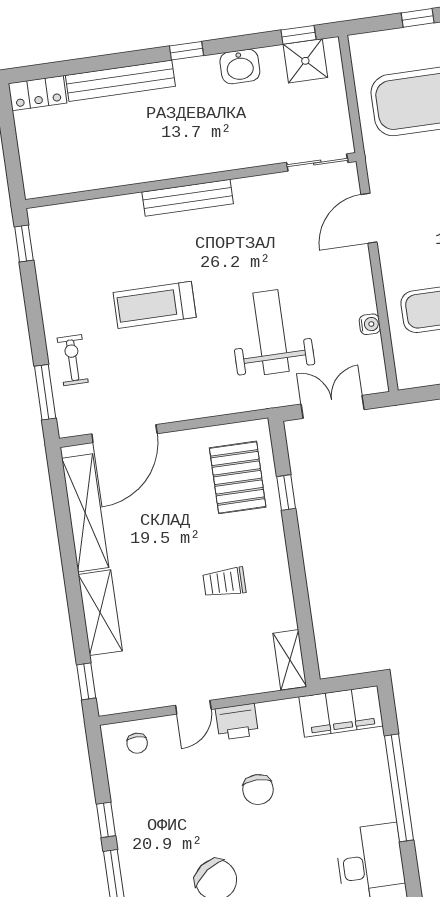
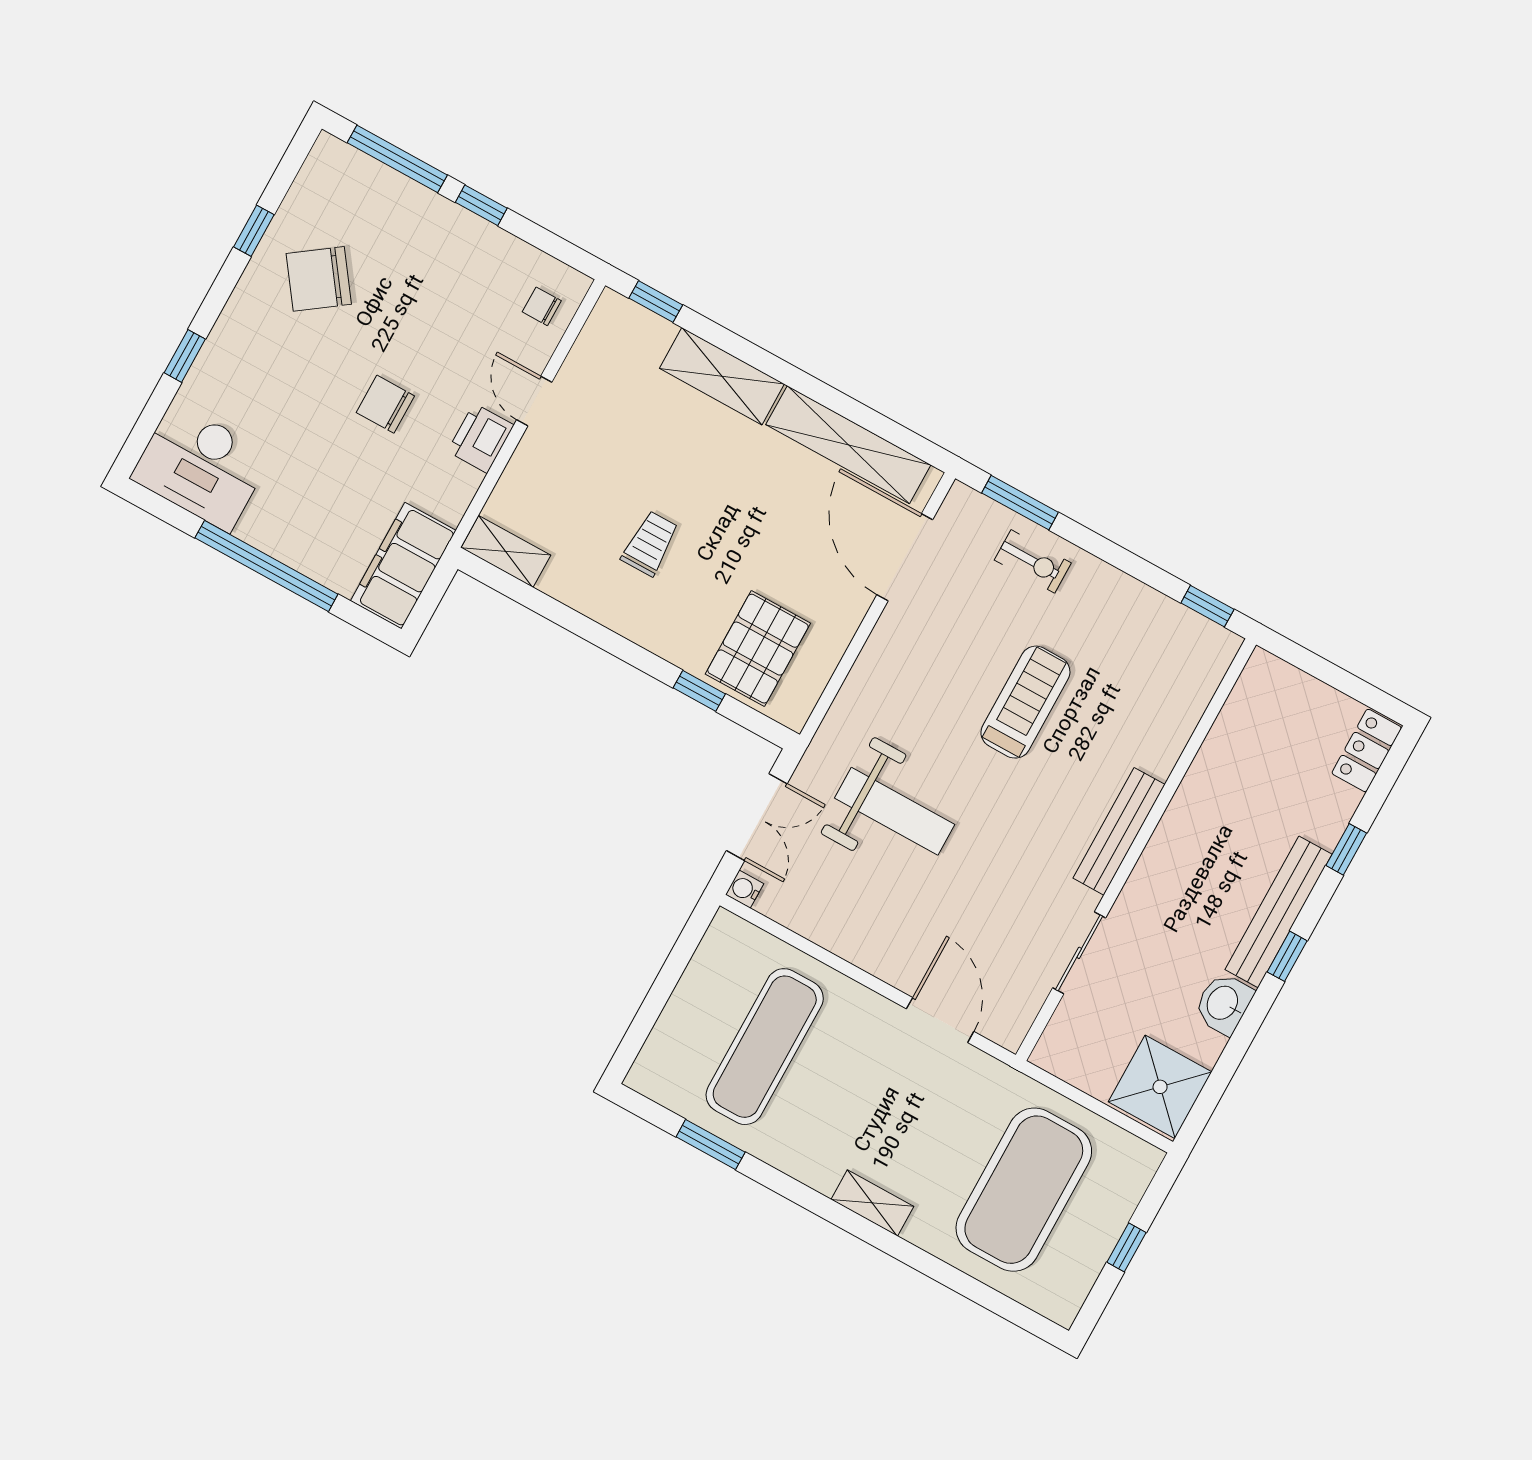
window: (299, 35) -> (1346, 849), moved
shower: (305, 61) -> (1160, 1087), width x1.36, depth x1.36
bench: (120, 81) -> (1279, 912), moved
sliding door: (317, 163) -> (1079, 953), moved
water cooler: (370, 324) -> (745, 889), moved, turned 90
pallet: (238, 477) -> (758, 649), turned 90

